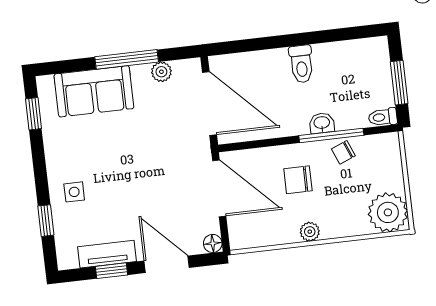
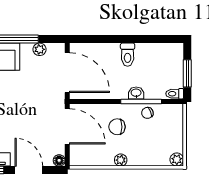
plant: (388, 212) -> (177, 160), width x0.53, depth x0.53

